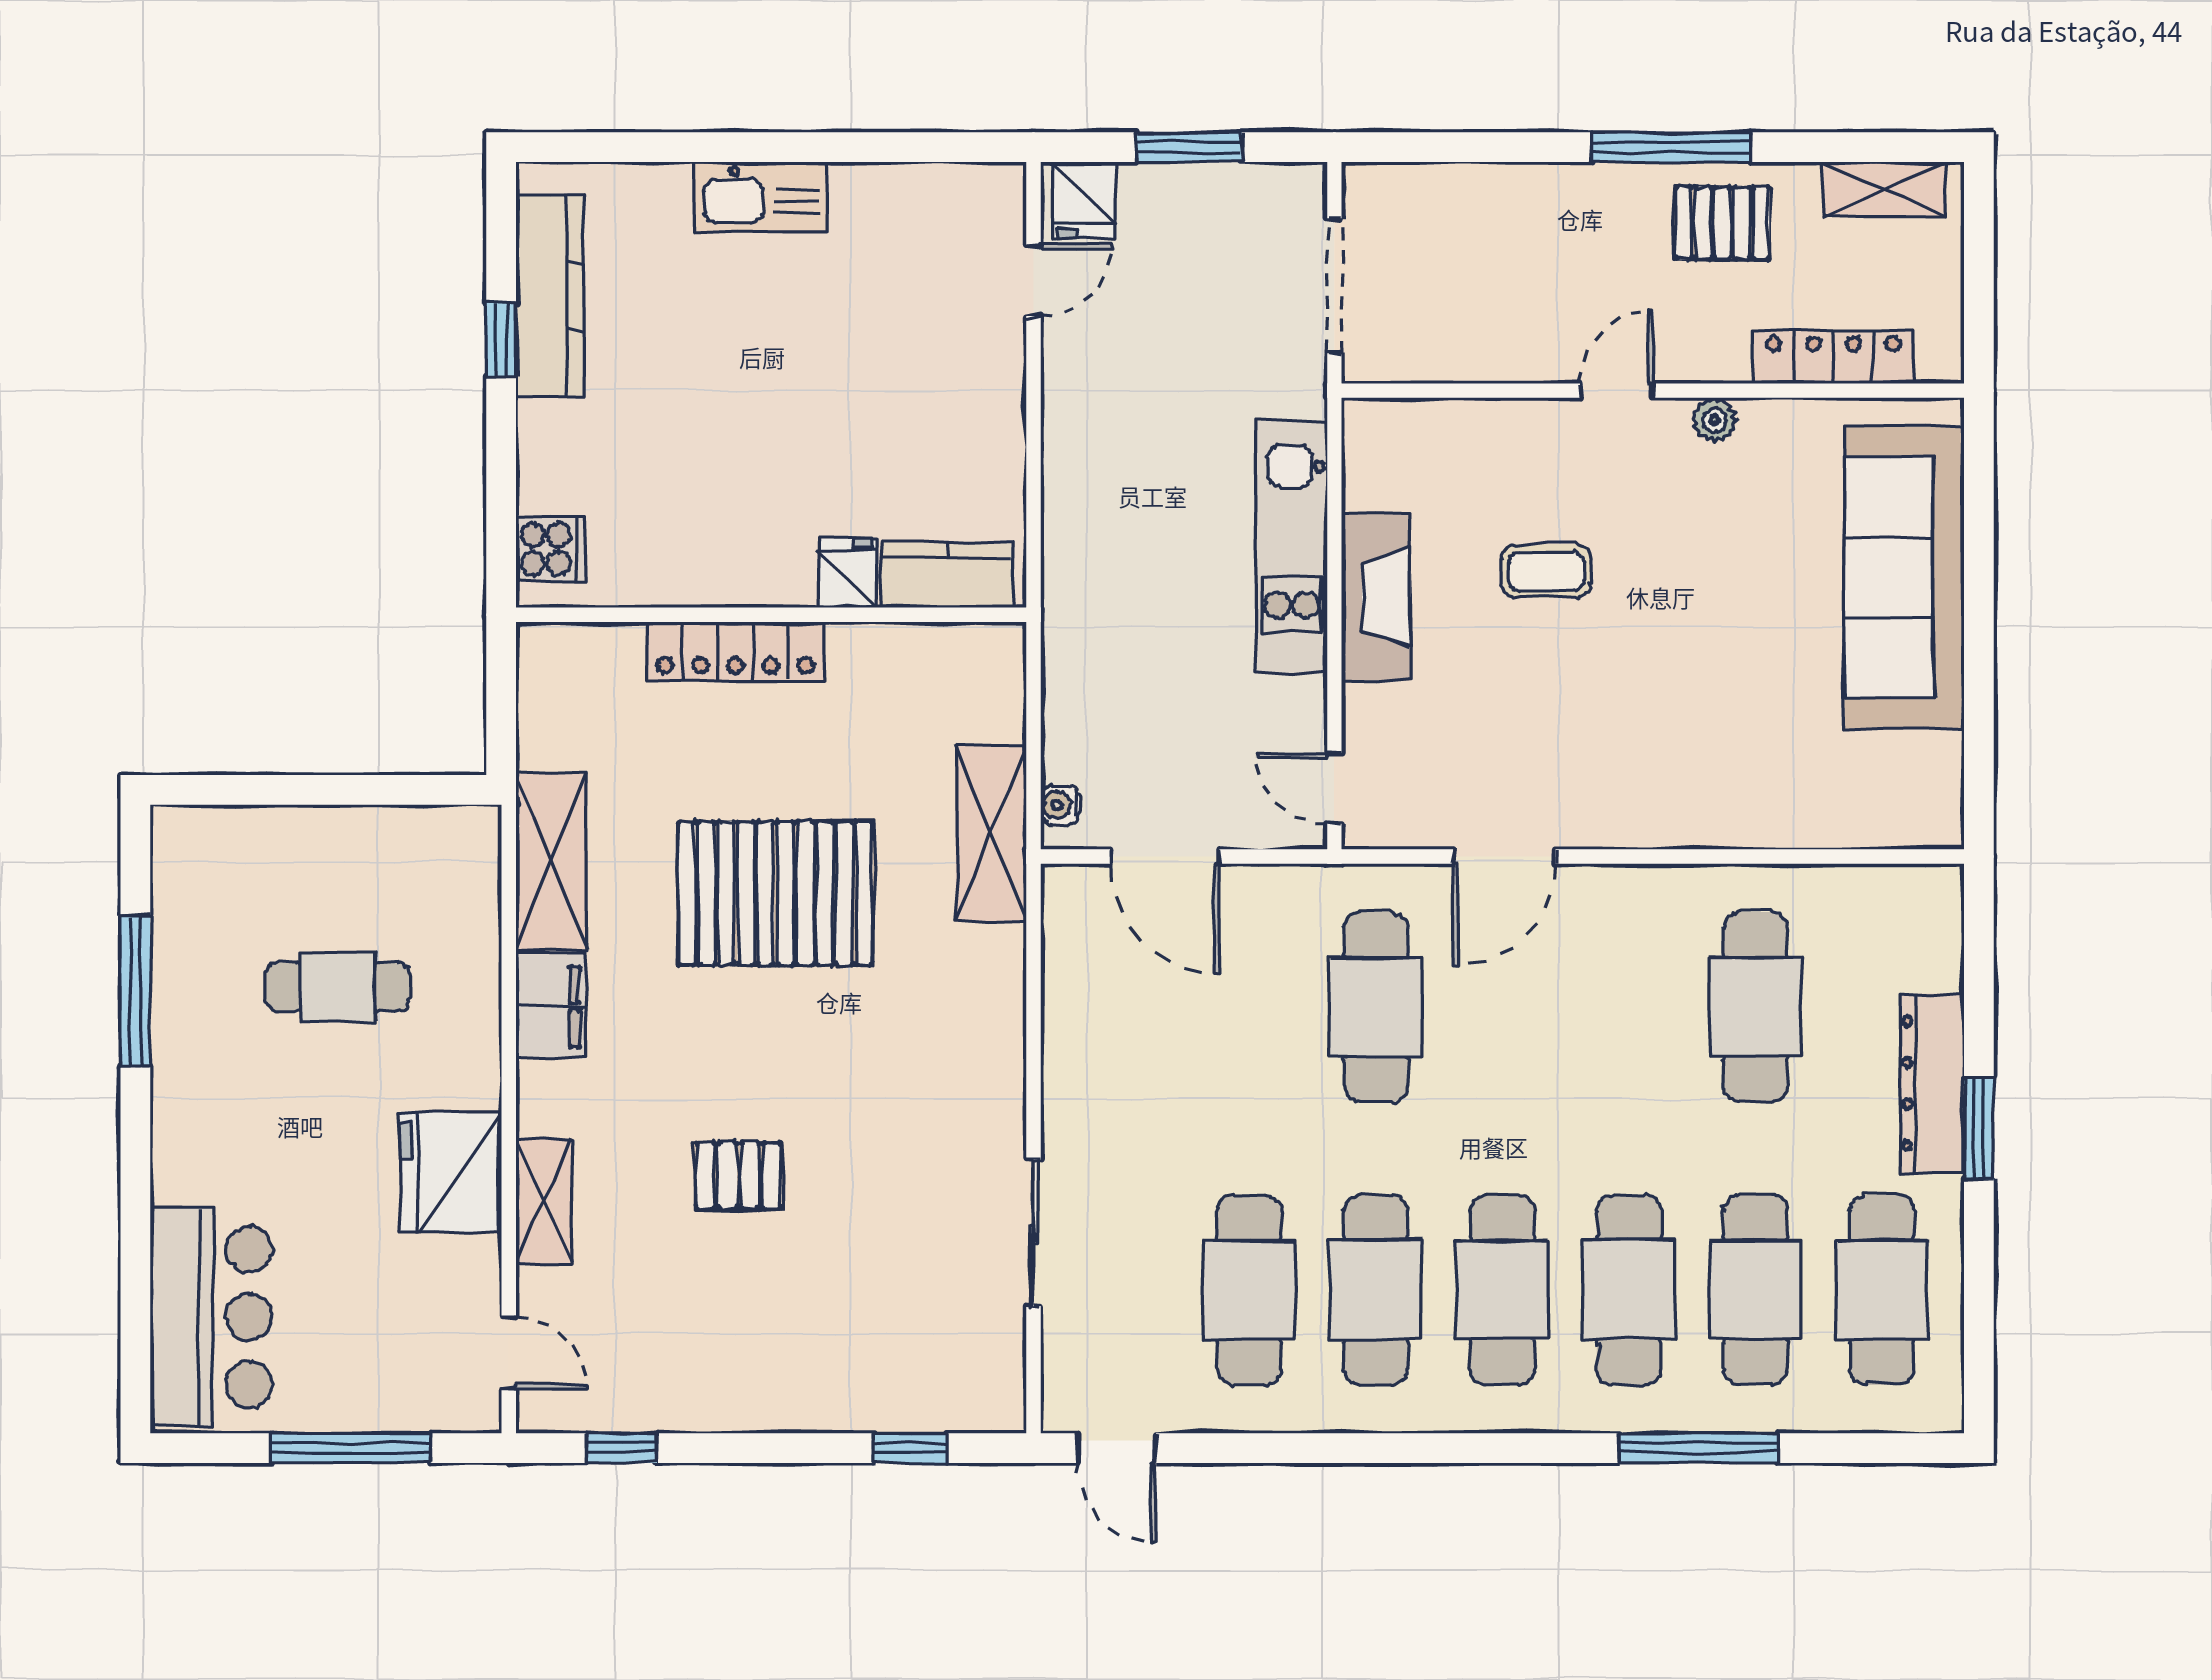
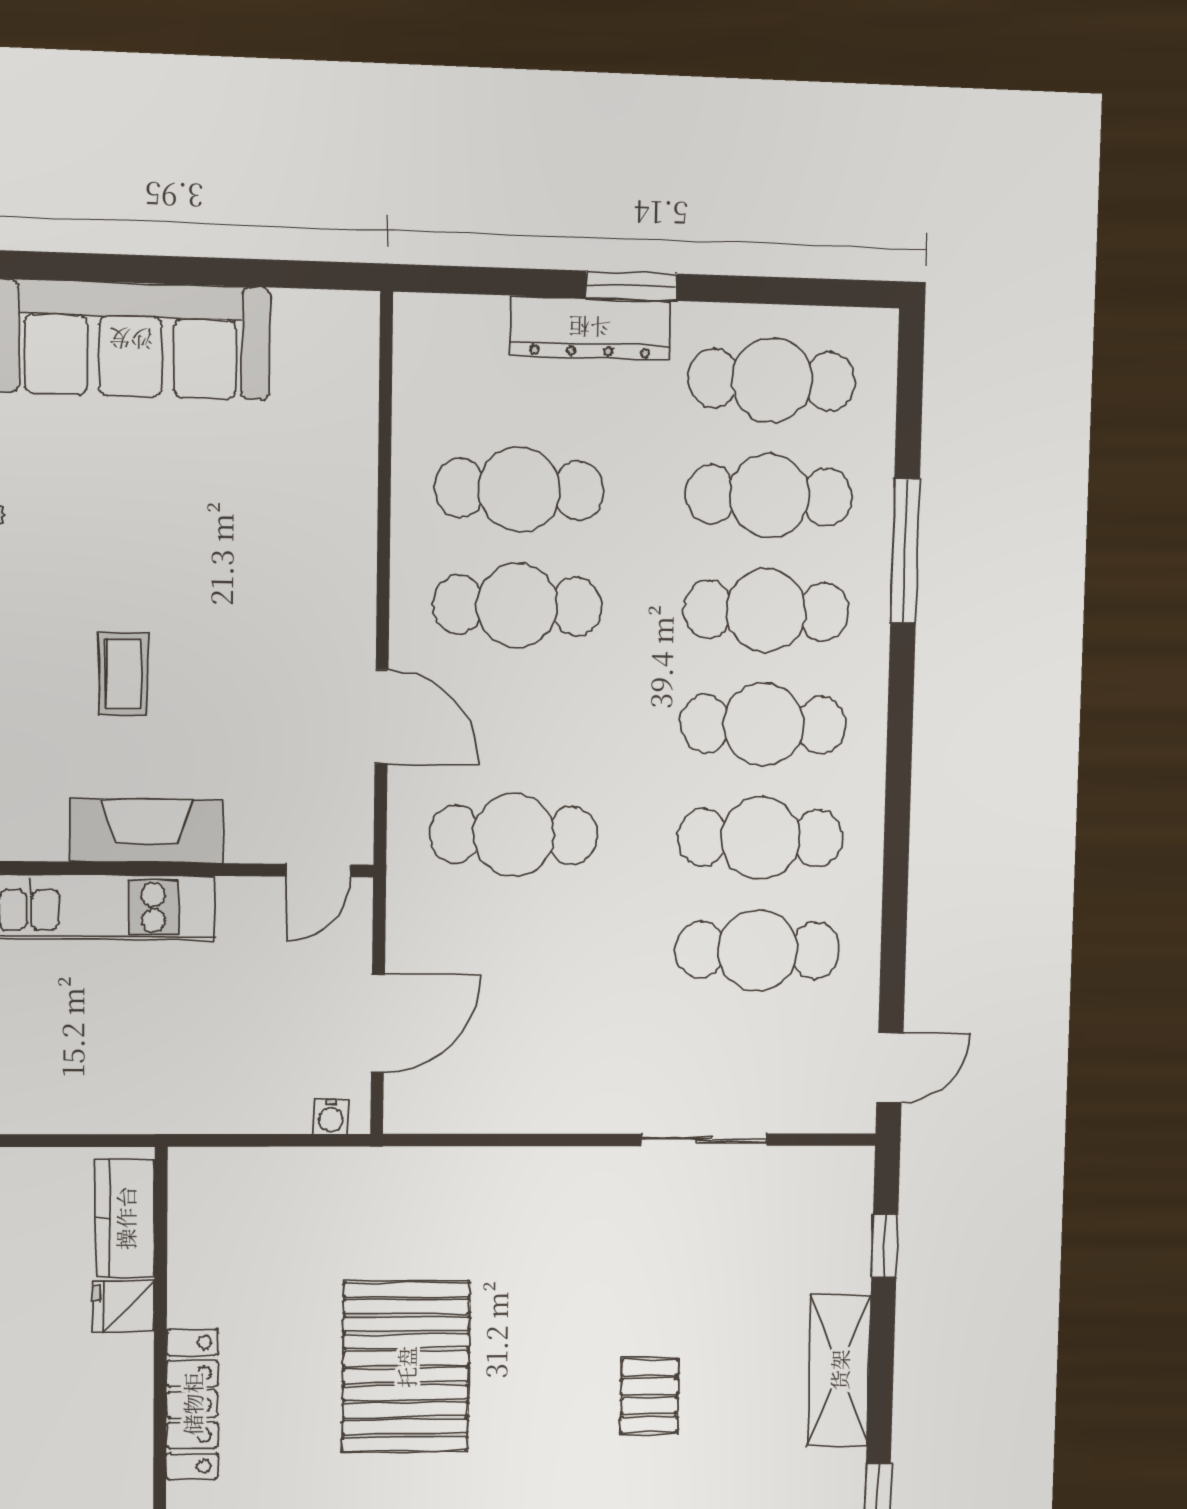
shelving: (991, 833) -> (839, 1370), moved, turned 90
cafe table: (1629, 1007) -> (518, 605), added

